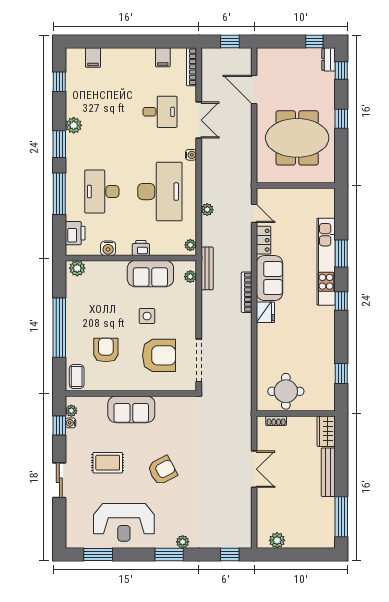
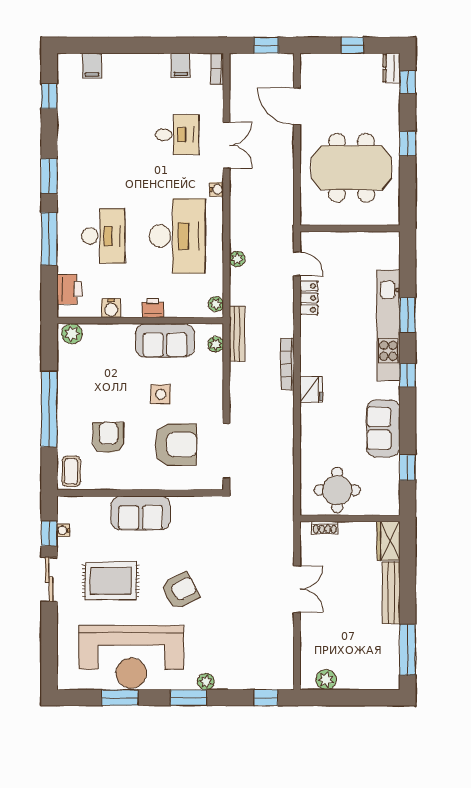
window: (314, 42) -> (352, 45), moved
bookcase: (192, 67) -> (217, 69), width x0.64
plant: (74, 125) -> (67, 152), removed
desk: (102, 192) -> (103, 236), turned 180
sofa: (270, 278) -> (383, 428), moved, turned 180
plant: (71, 411) -> (64, 515), removed
rug: (108, 463) -> (111, 581), width x1.36, depth x1.43
sliding door: (59, 480) -> (49, 579), moved
reception desk: (124, 522) -> (131, 657), width x1.36, depth x1.30
window: (98, 554) -> (120, 698), moved

